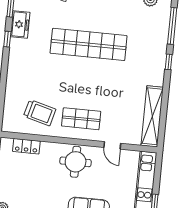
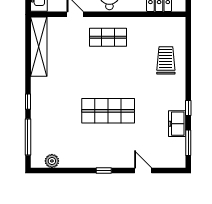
shop shelf: (89, 44) -> (108, 111), width x0.71
trolley: (40, 113) -> (166, 60), moved, turned 75

